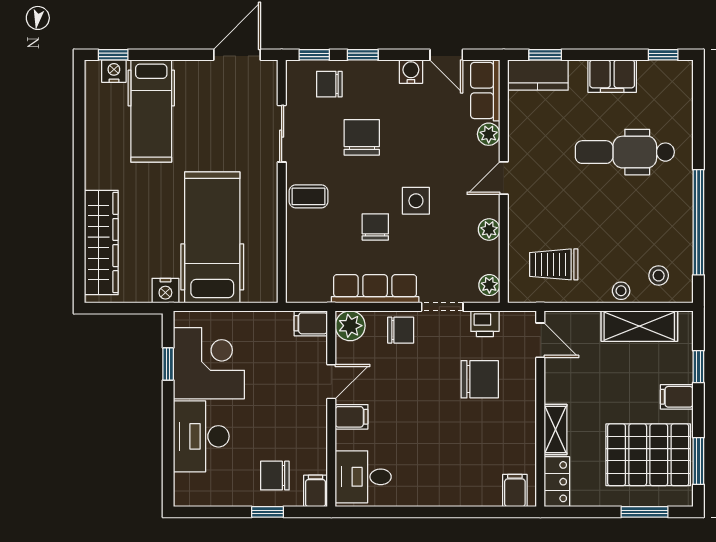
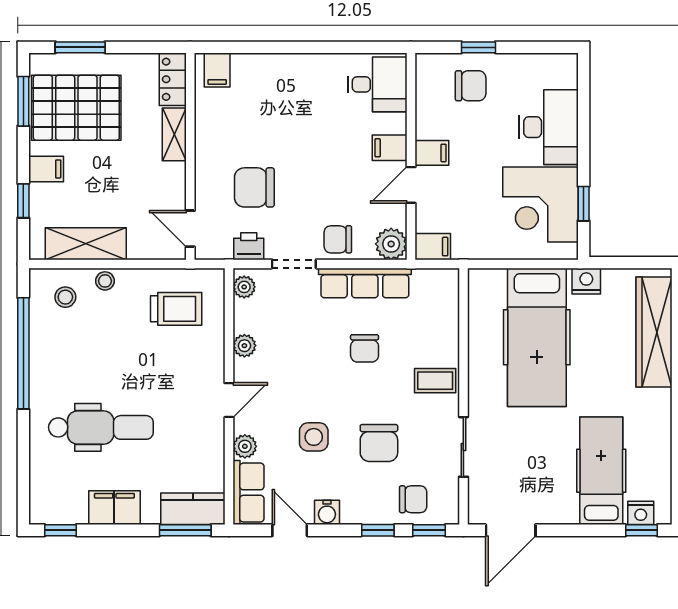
window: (545, 55) -> (185, 530), width x1.50
side table: (416, 201) -> (314, 437), moved
filing cabinet: (316, 491) -> (432, 153), moved, turned -90

